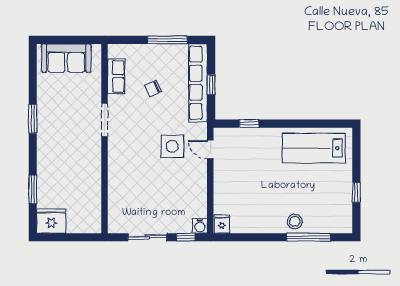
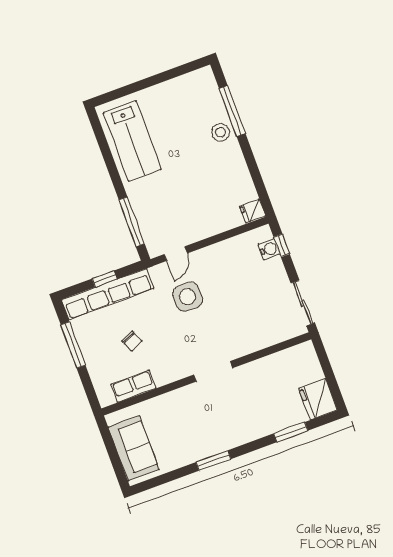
doorway: (105, 120) -> (213, 371), moved
window: (249, 124) -> (132, 222), width x2.17
window: (356, 192) -> (164, 77), removed
water cooler: (200, 226) -> (269, 249), moved
sliding door: (147, 237) -> (303, 303), moved

